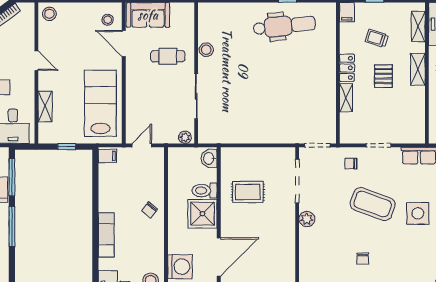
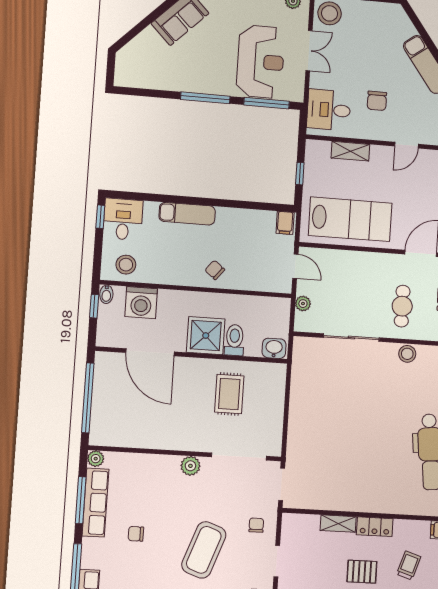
plant: (185, 137) -> (303, 304), moved

